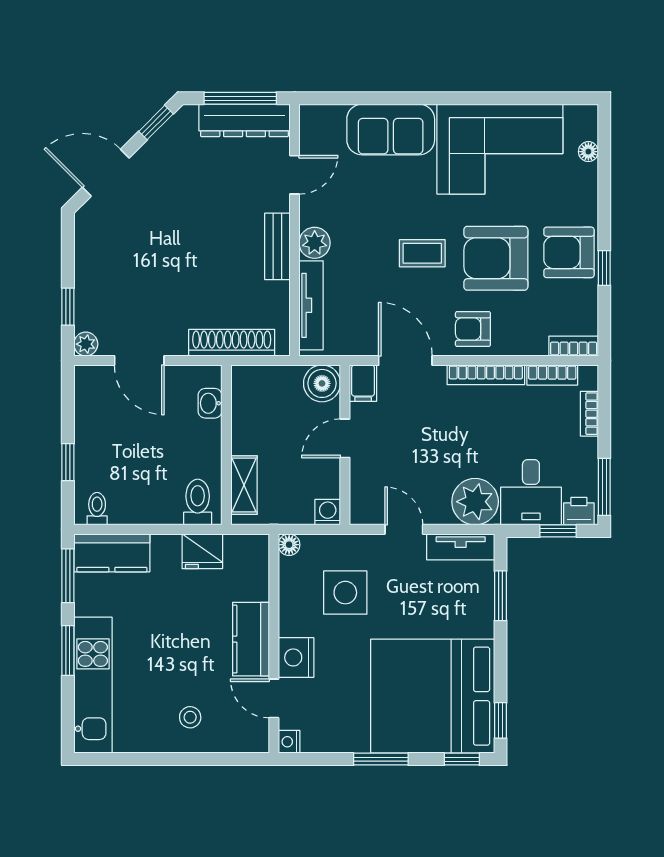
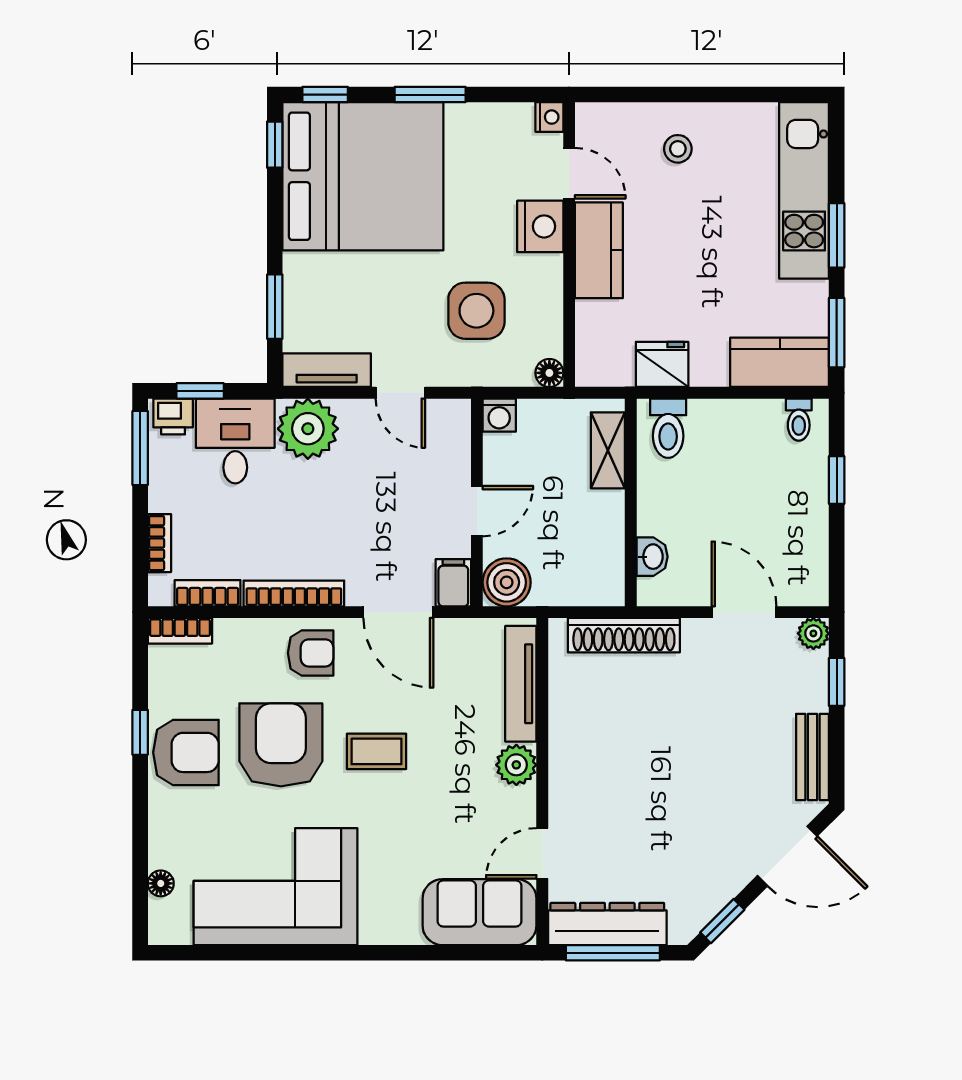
sofa: (391, 129) -> (480, 912), moved
bench: (277, 246) -> (812, 757), moved
armchair: (496, 258) -> (281, 745), turned -90

